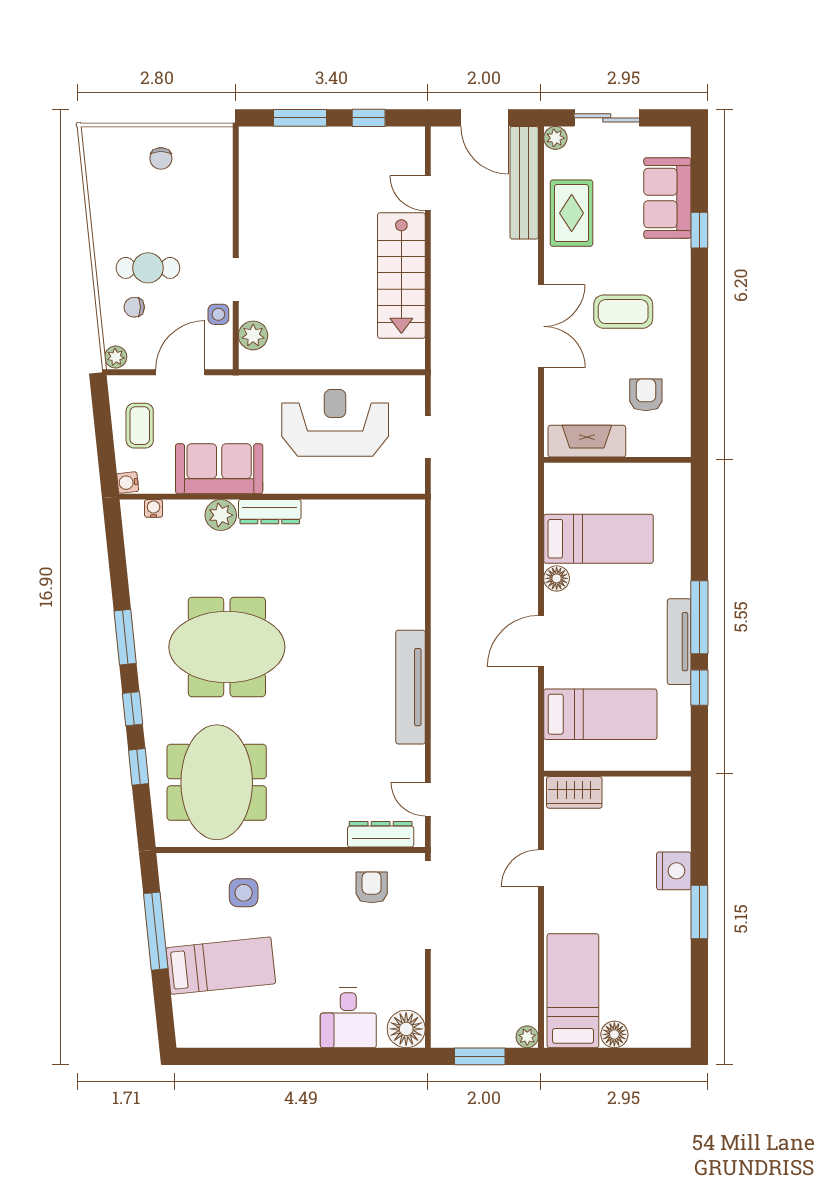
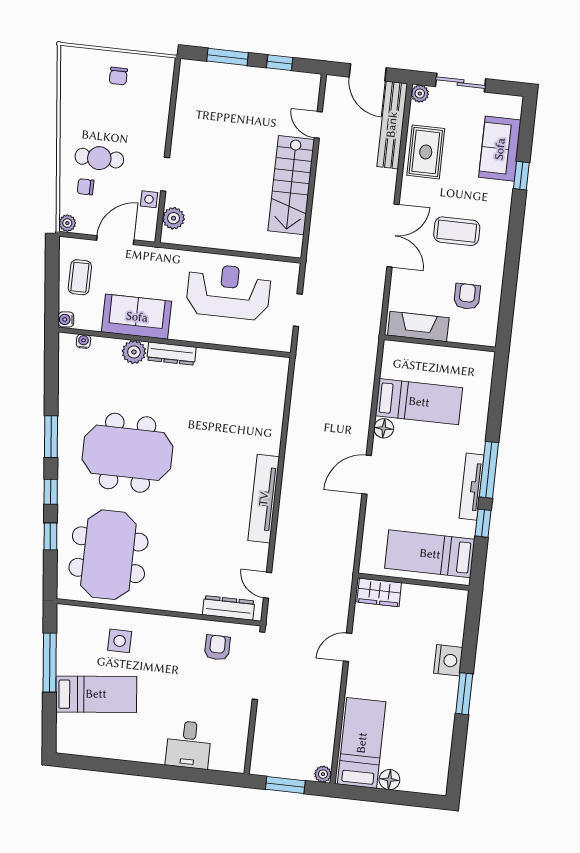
bed: (600, 714) -> (430, 554), moved, turned 180
floor lamp: (406, 1029) -> (232, 758), removed

